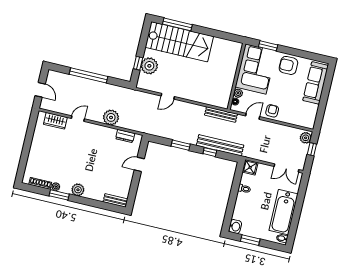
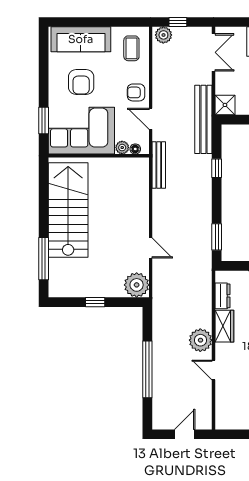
stairs: (179, 42) -> (68, 210), moved
window: (138, 63) -> (95, 302), moved
armchair: (288, 65) -> (81, 82), moved
plant: (149, 66) -> (137, 285), moved
coffee table: (302, 115) -> (131, 48), added
plant: (111, 117) -> (200, 340), moved
wardrobe: (55, 121) -> (224, 326), moved
window: (181, 145) -> (217, 237), moved
bench: (220, 145) -> (203, 119), moved

